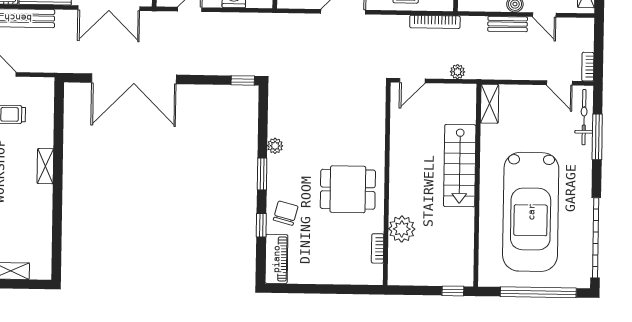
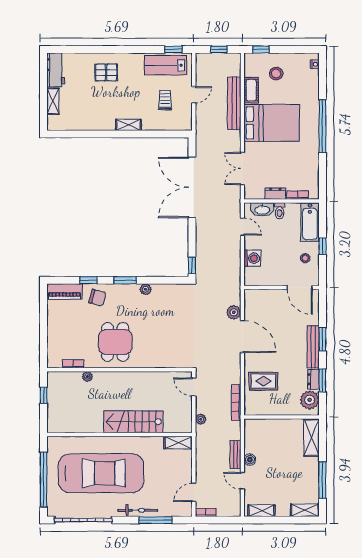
double door: (109, 8) -> (242, 169), width x0.73
door: (544, 15) -> (242, 481), hinge flipped
plant: (309, 23) -> (234, 312), added
bicycle: (584, 117) -> (138, 510), moved
car: (531, 212) -> (101, 473), turned 180
plant: (402, 229) -> (87, 377), width x0.53, depth x0.53
window: (453, 291) -> (44, 395), moved

